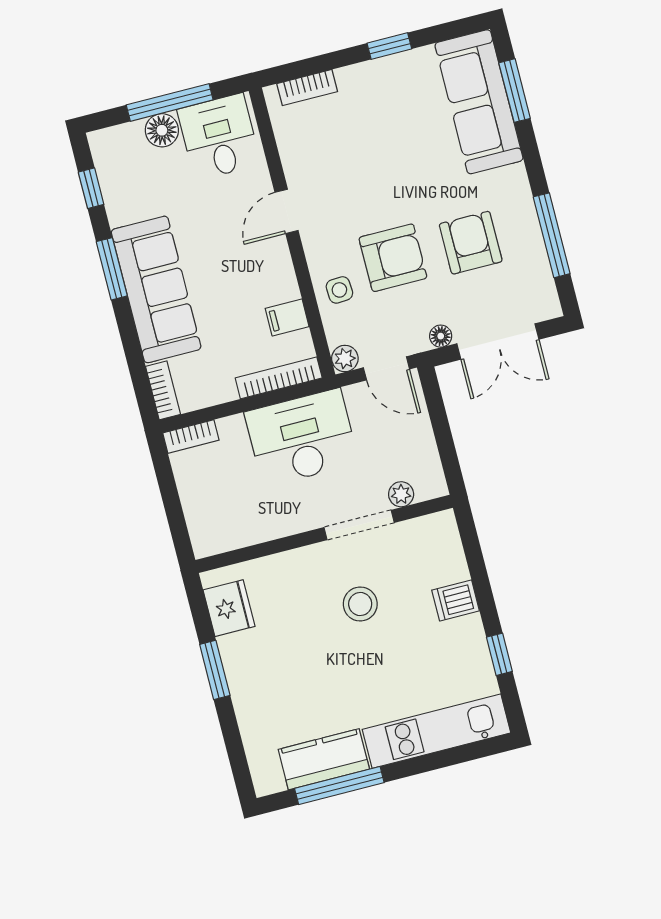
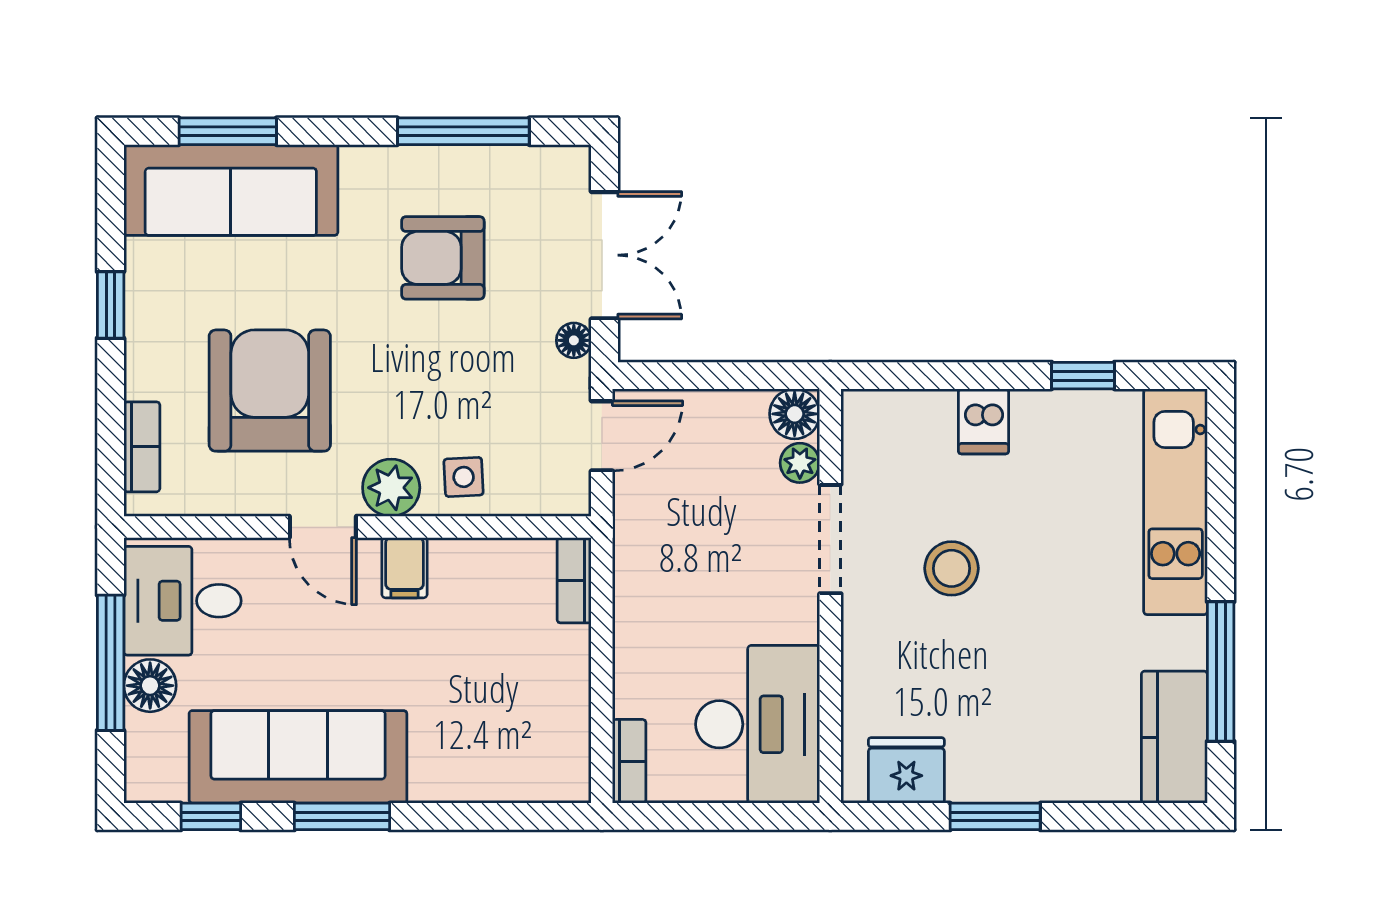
armchair: (393, 258) -> (270, 391), moved, width x1.36, depth x1.36
sofa: (156, 289) -> (298, 757), moved
filing cabinet: (287, 317) -> (404, 568), moved
plant: (345, 358) -> (391, 488), moved, width x1.38, depth x1.38
bookcase: (279, 378) -> (574, 580), width x0.64
bookcase: (163, 390) -> (548, 786), removed
desk: (302, 438) -> (758, 724), moved, turned 180
floor lamp: (430, 483) -> (795, 414), added
kitchen counter: (324, 759) -> (1174, 737), moved

